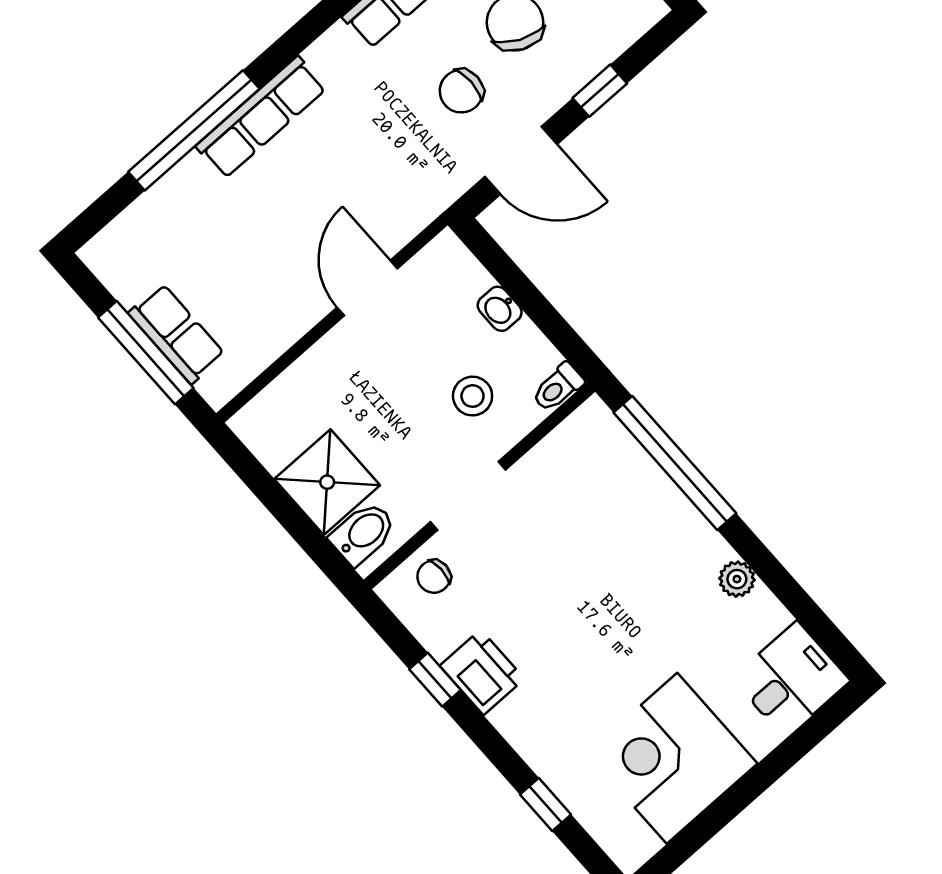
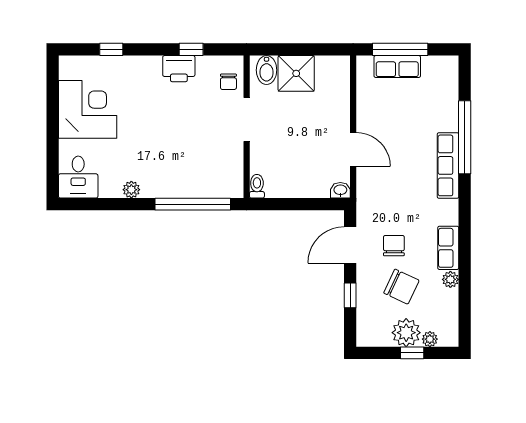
washbasin: (500, 309) -> (340, 190), moved
stool: (473, 396) -> (281, 153), removed
chair: (434, 577) -> (228, 82), turned 180

